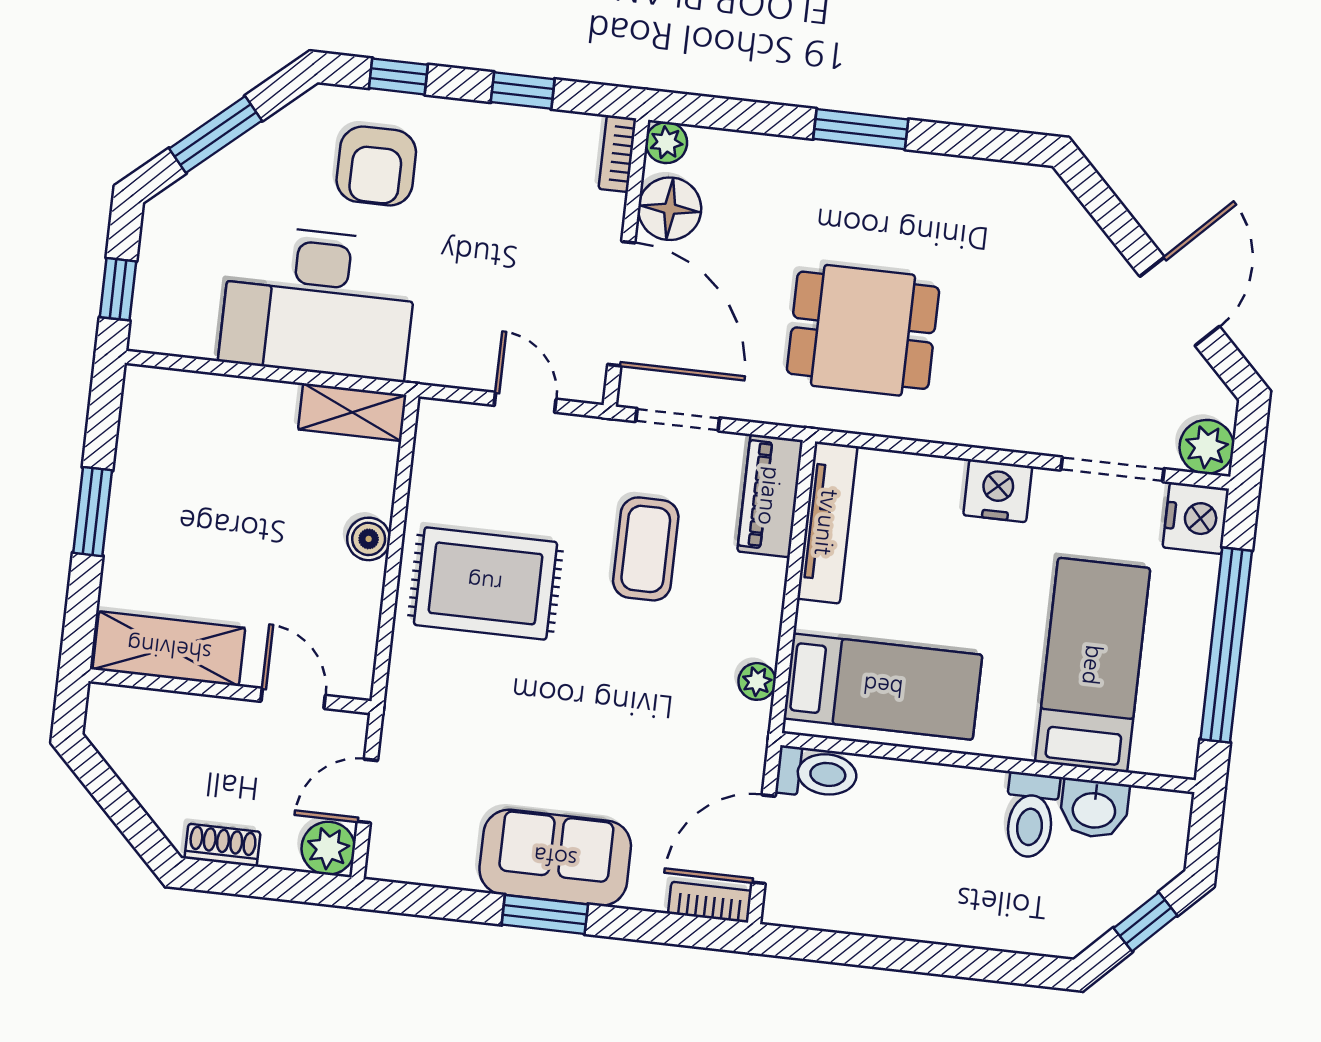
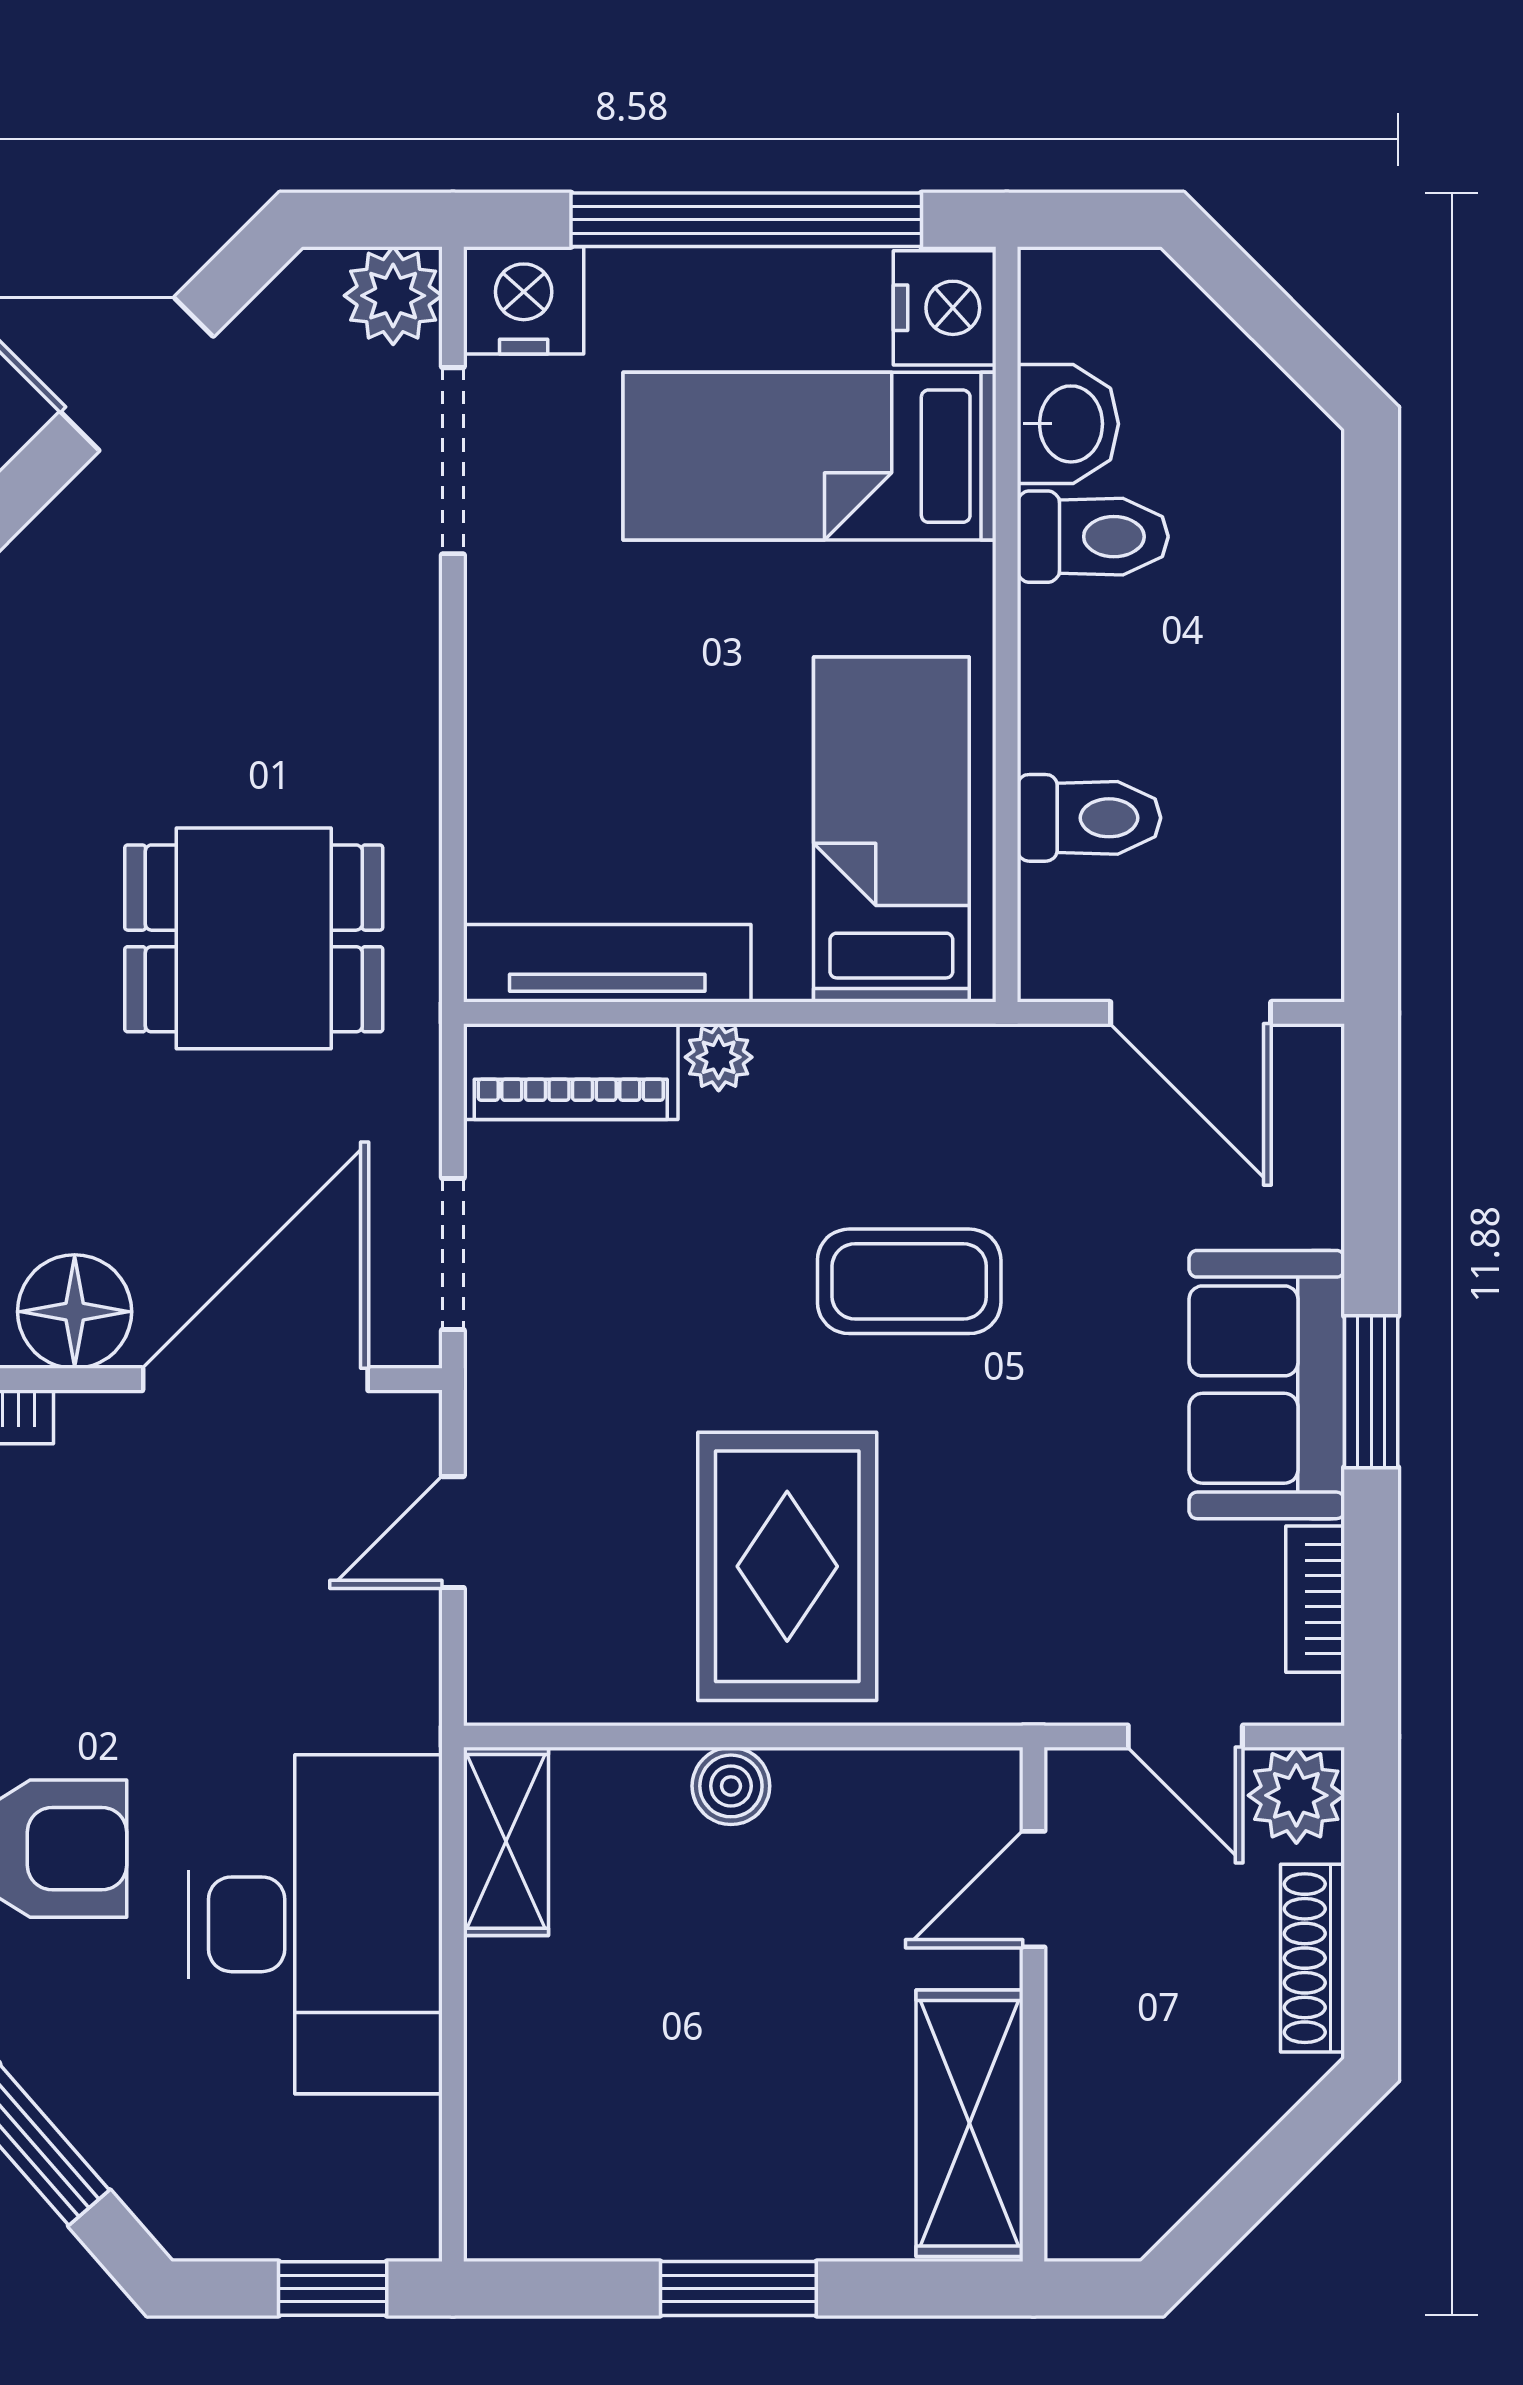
dining table: (863, 330) -> (254, 938), turned 90
nightstand: (998, 491) -> (945, 308), moved, turned 180
coffee table: (646, 549) -> (909, 1281), moved
plant: (757, 681) -> (719, 1057), moved
toilet: (817, 773) -> (1089, 818), moved, turned 90
shoe rack: (222, 845) -> (1312, 1958), width x1.43
bookcase: (710, 902) -> (1315, 1599), moved
window: (1145, 922) -> (1261, 308), removed

